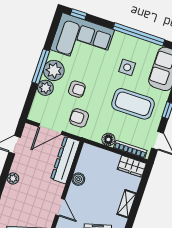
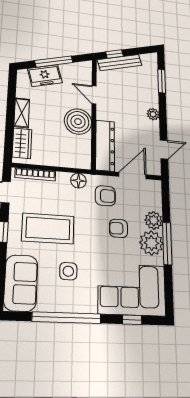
window: (78, 14) -> (132, 320), moved
floor lamp: (108, 139) -> (78, 181), moved
wardrobe: (132, 166) -> (22, 143), moved, turned 90
boiler: (78, 179) -> (78, 122), width x1.86, depth x1.86

